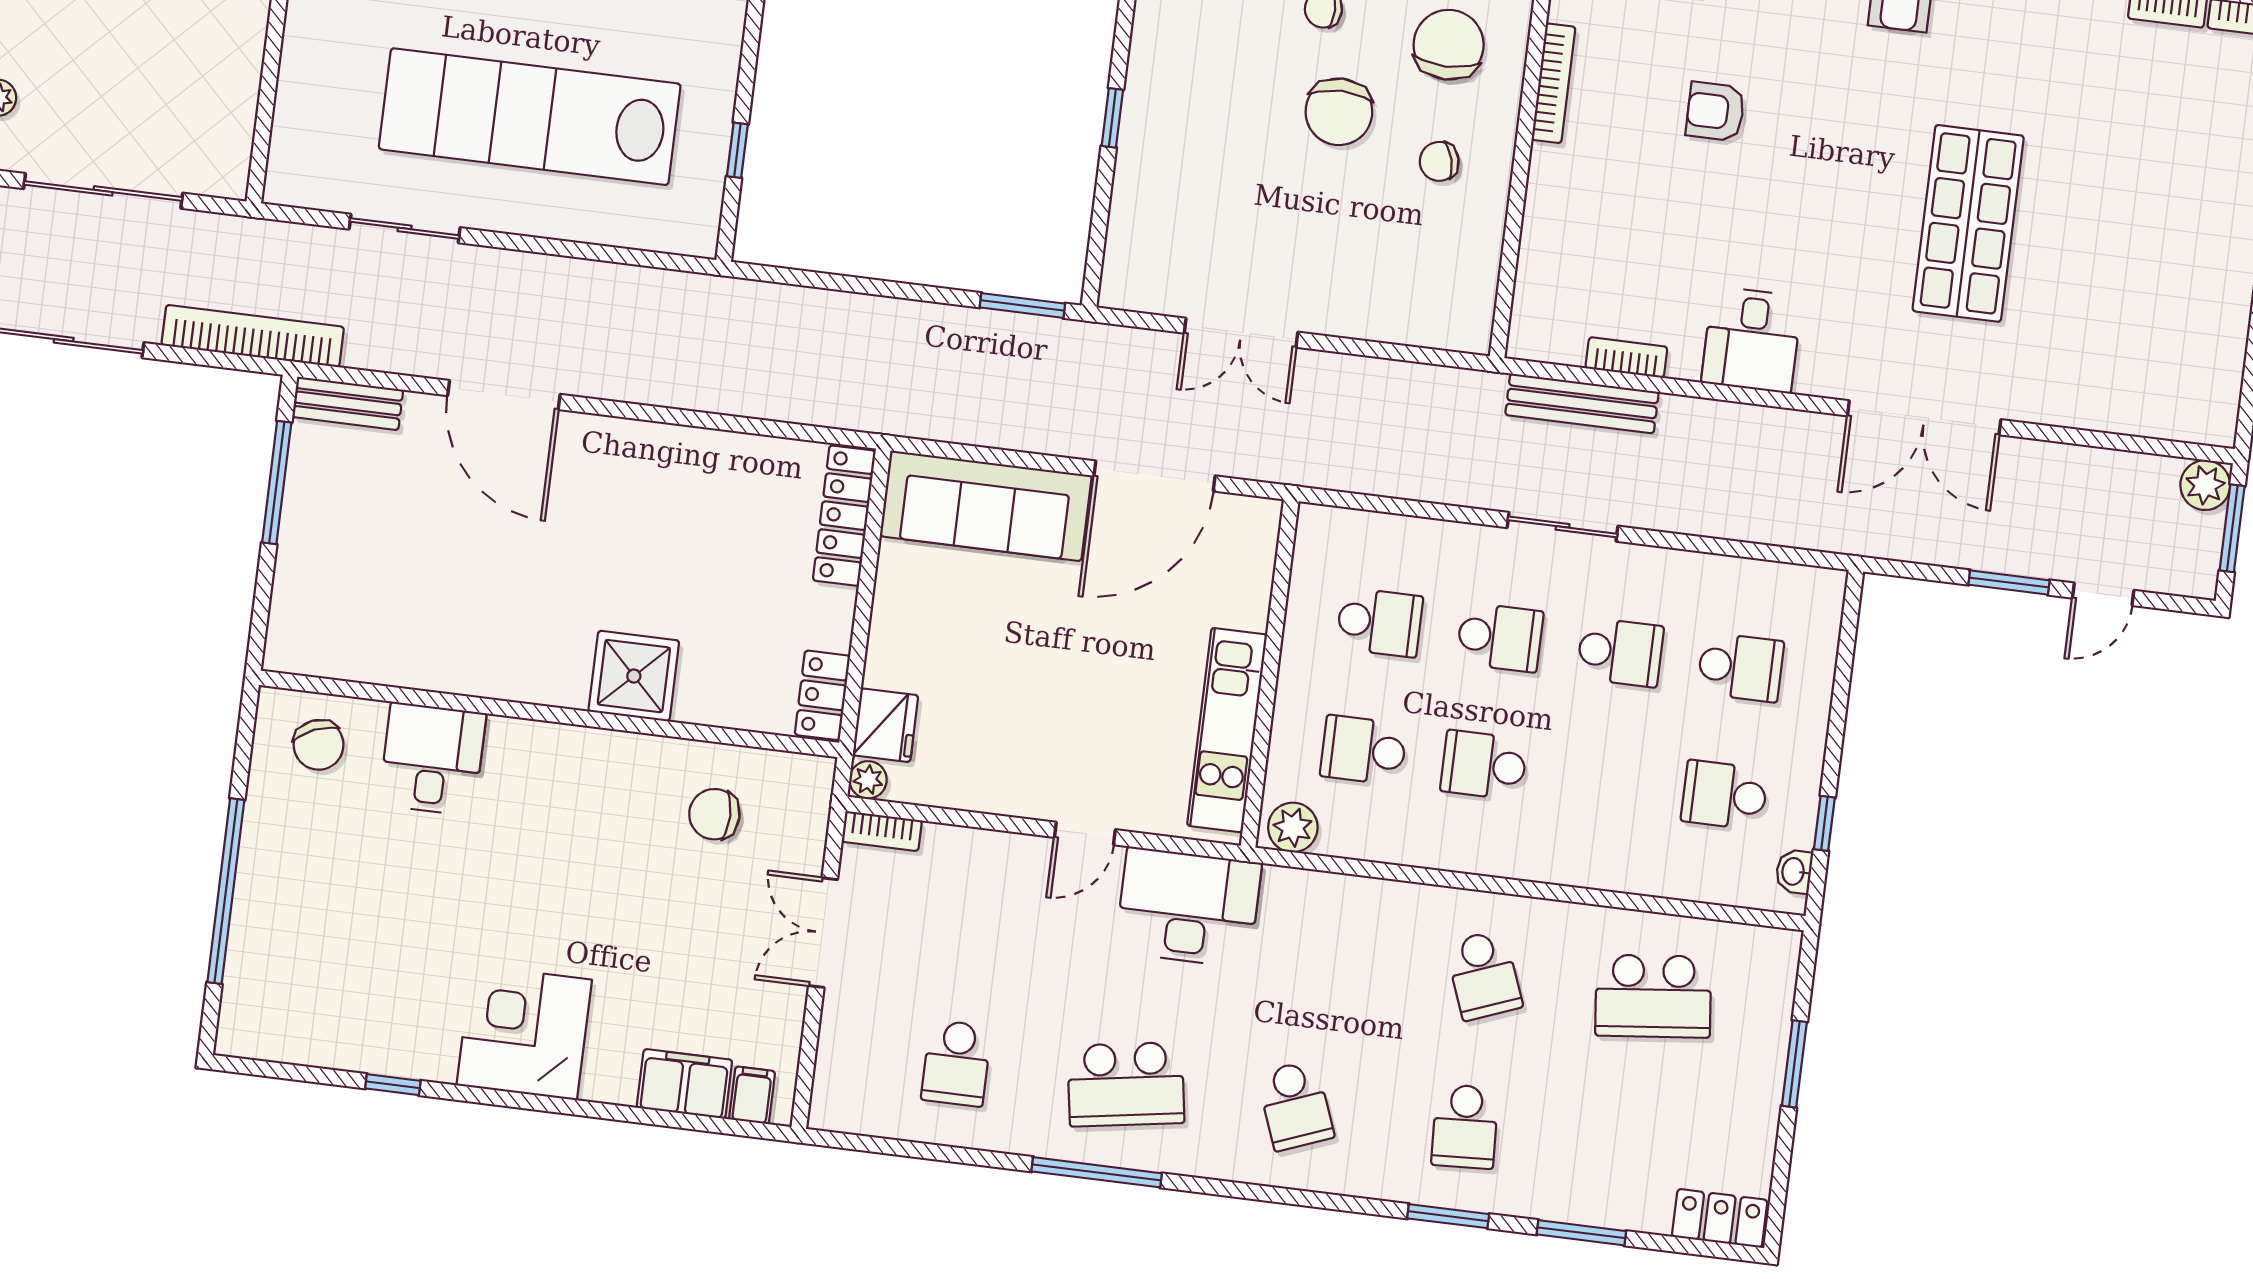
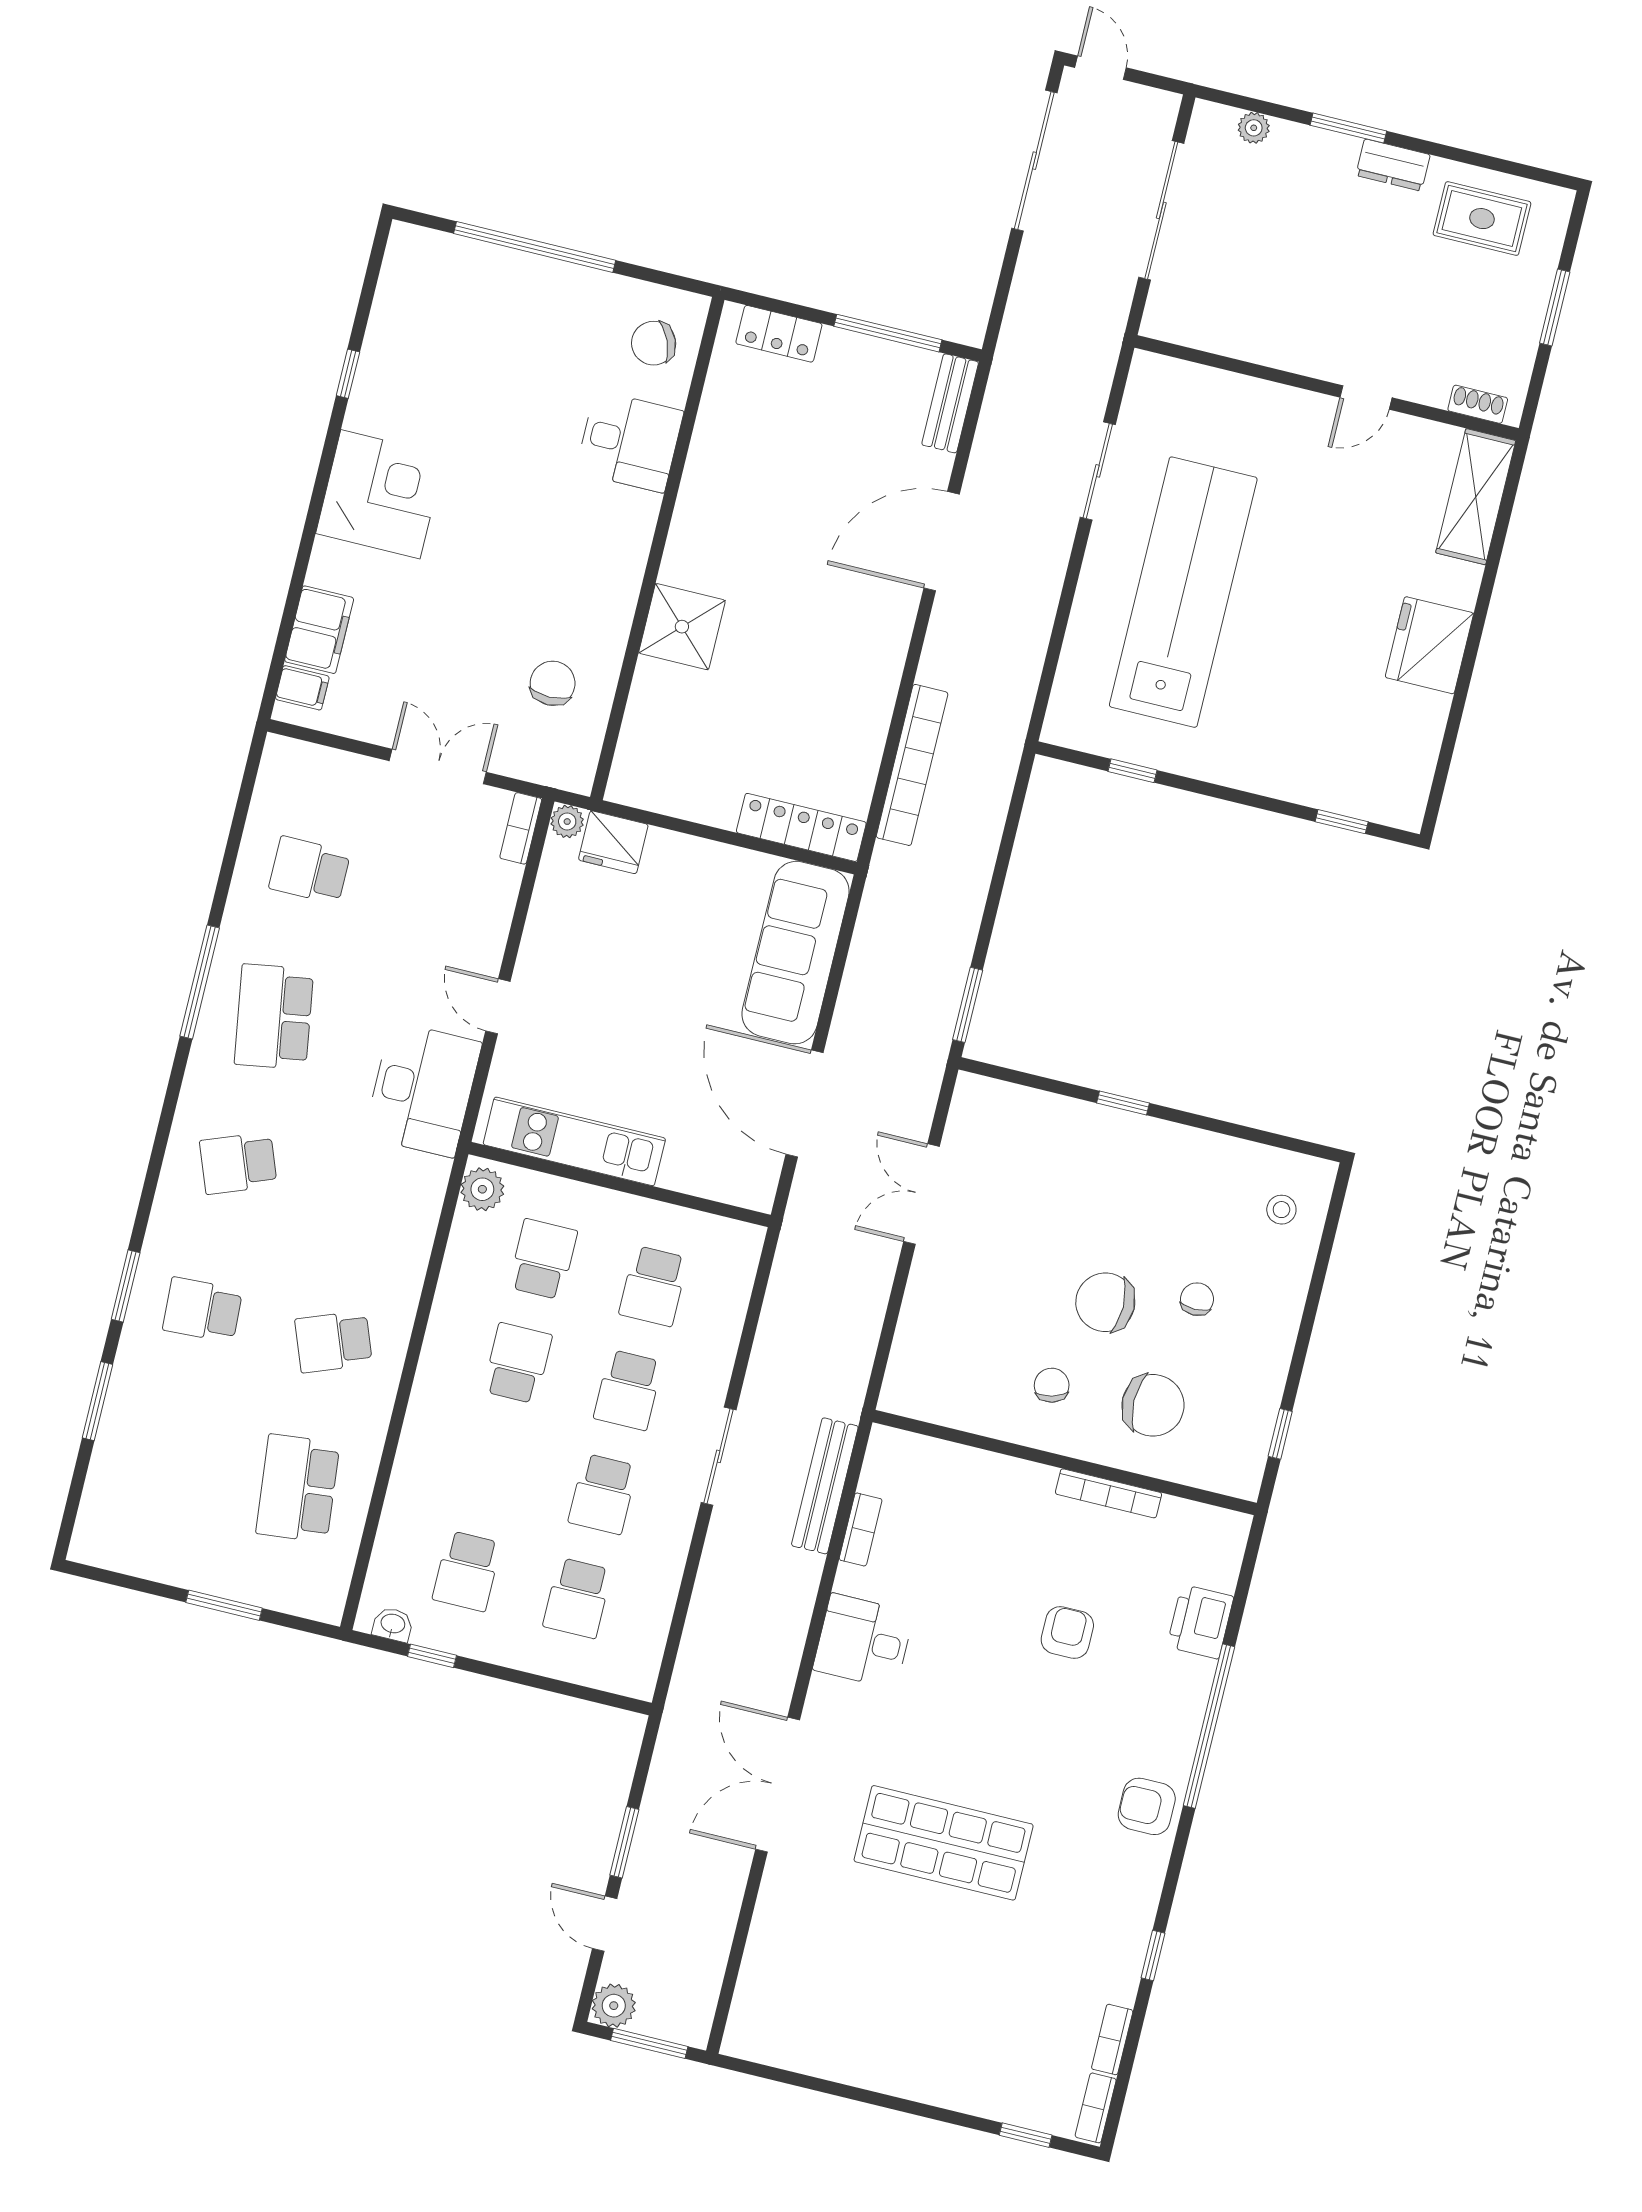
bookcase: (253, 336) -> (912, 765), moved
plant: (2205, 485) -> (614, 2006), moved
locker: (822, 695) -> (779, 334), moved, turned 180
school desk: (1724, 795) -> (467, 1571), turned 180
locker: (1720, 1218) -> (96, 1524), removed

